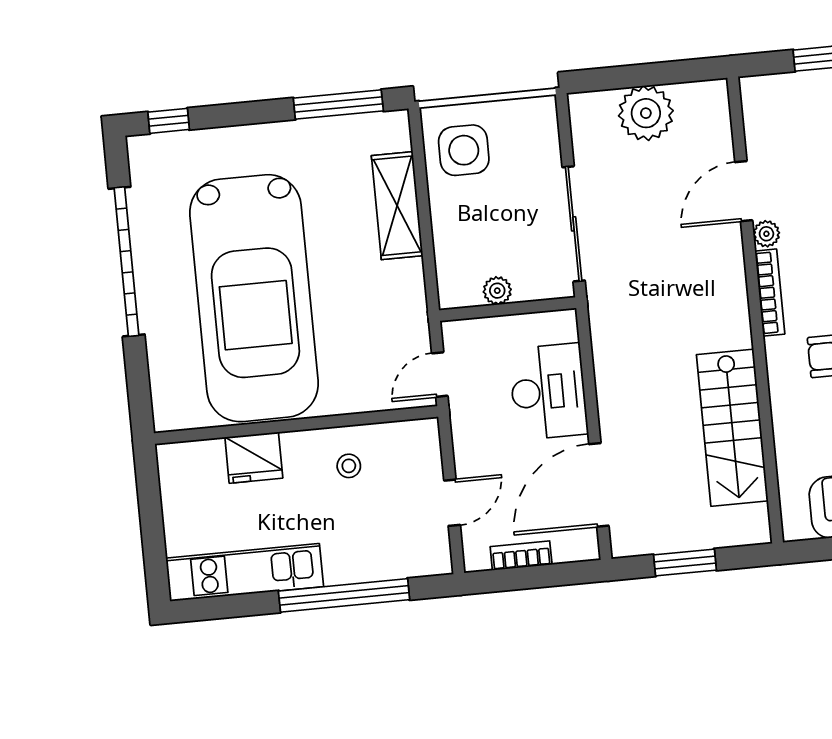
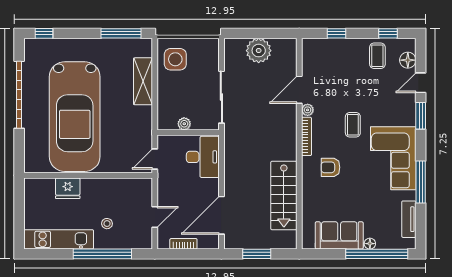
desk: (548, 392) -> (203, 157), moved
stool: (349, 466) -> (107, 224), moved

